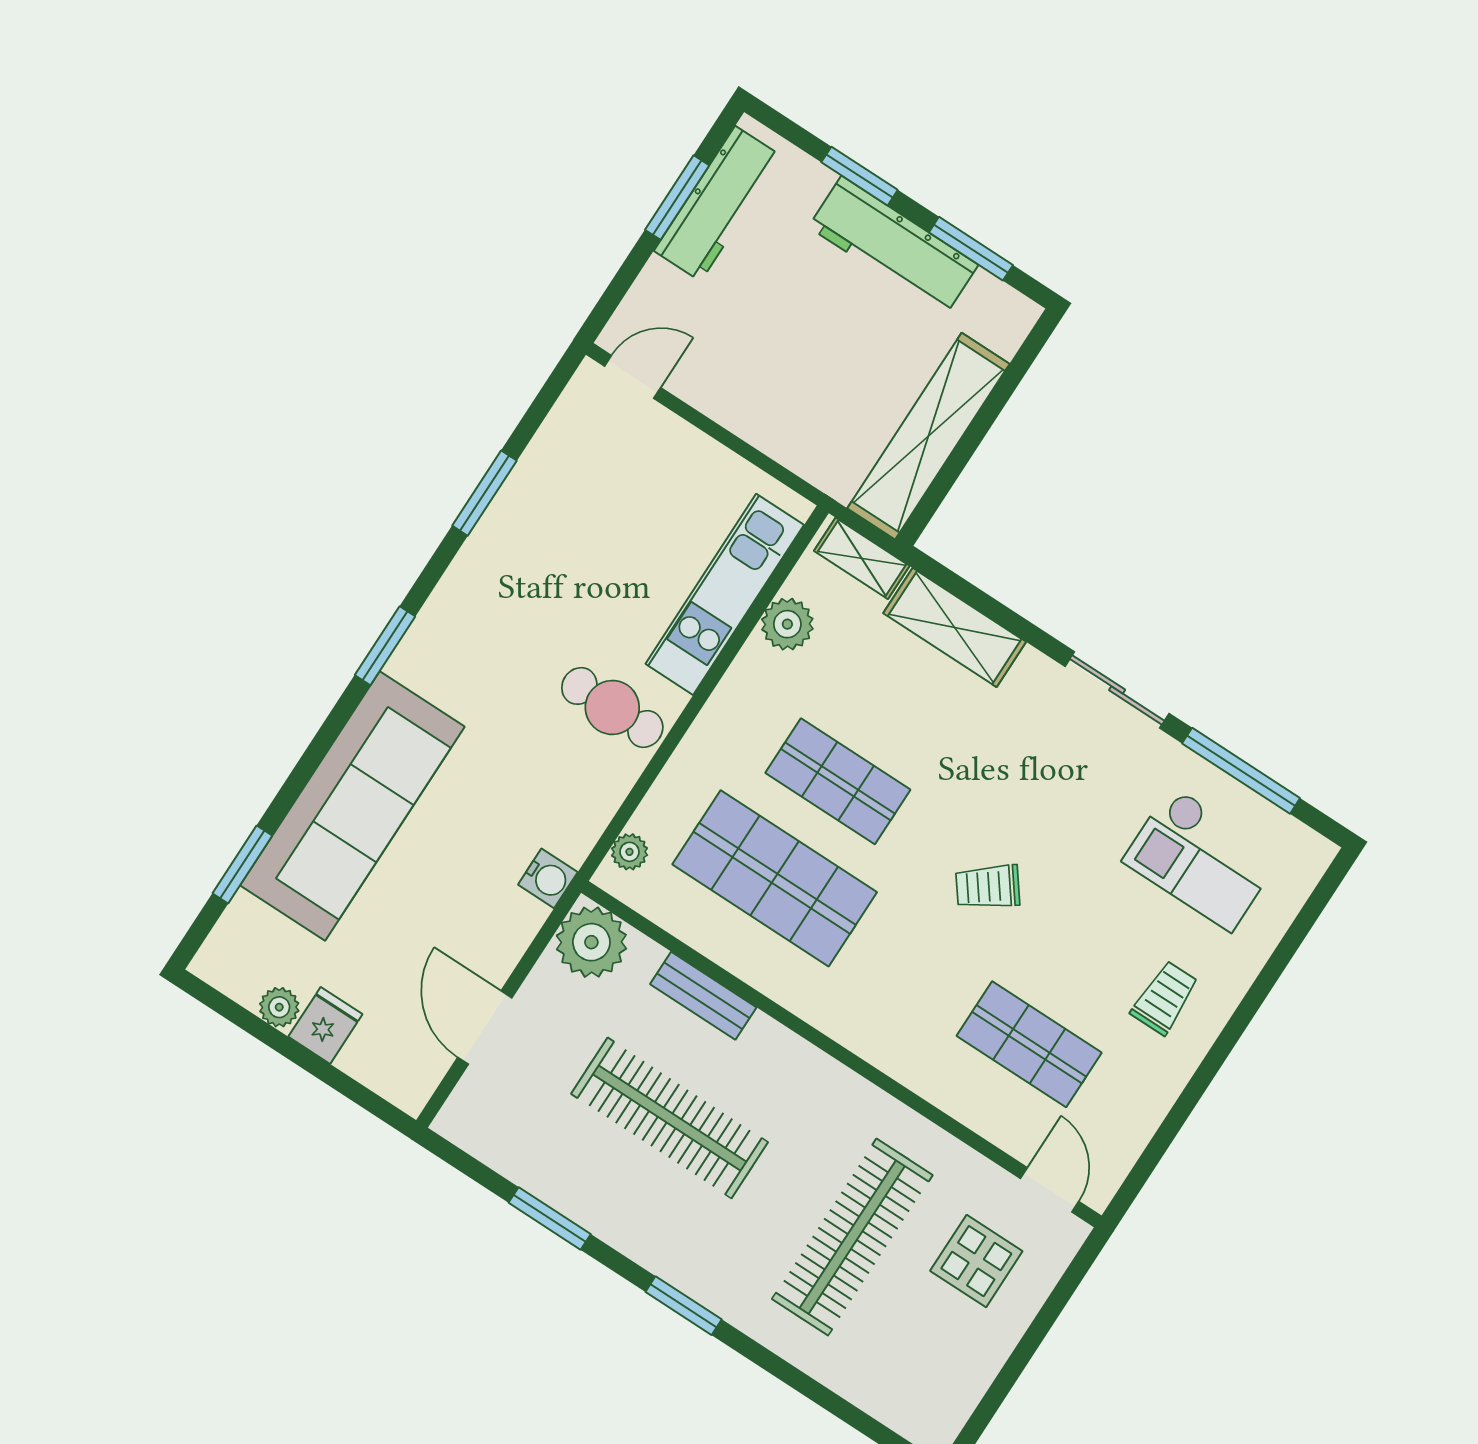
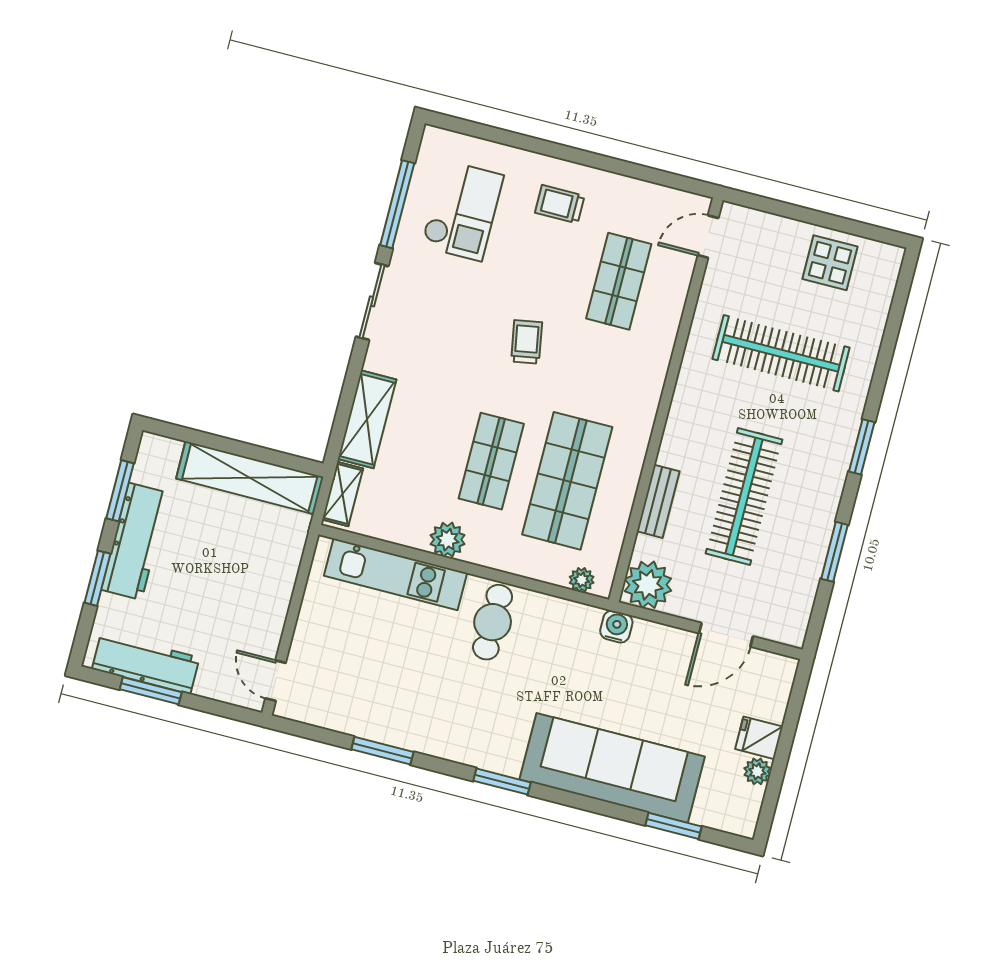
plant: (787, 624) -> (448, 540), moved
trolley: (988, 887) -> (527, 342), turned -153
display table: (976, 1261) -> (830, 263), moved

